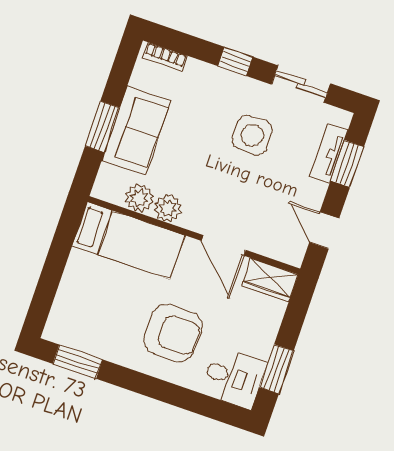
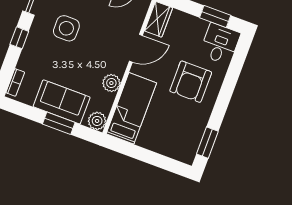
plant: (139, 198) -> (97, 121), moved
armchair: (173, 333) -> (191, 82), turned 180

